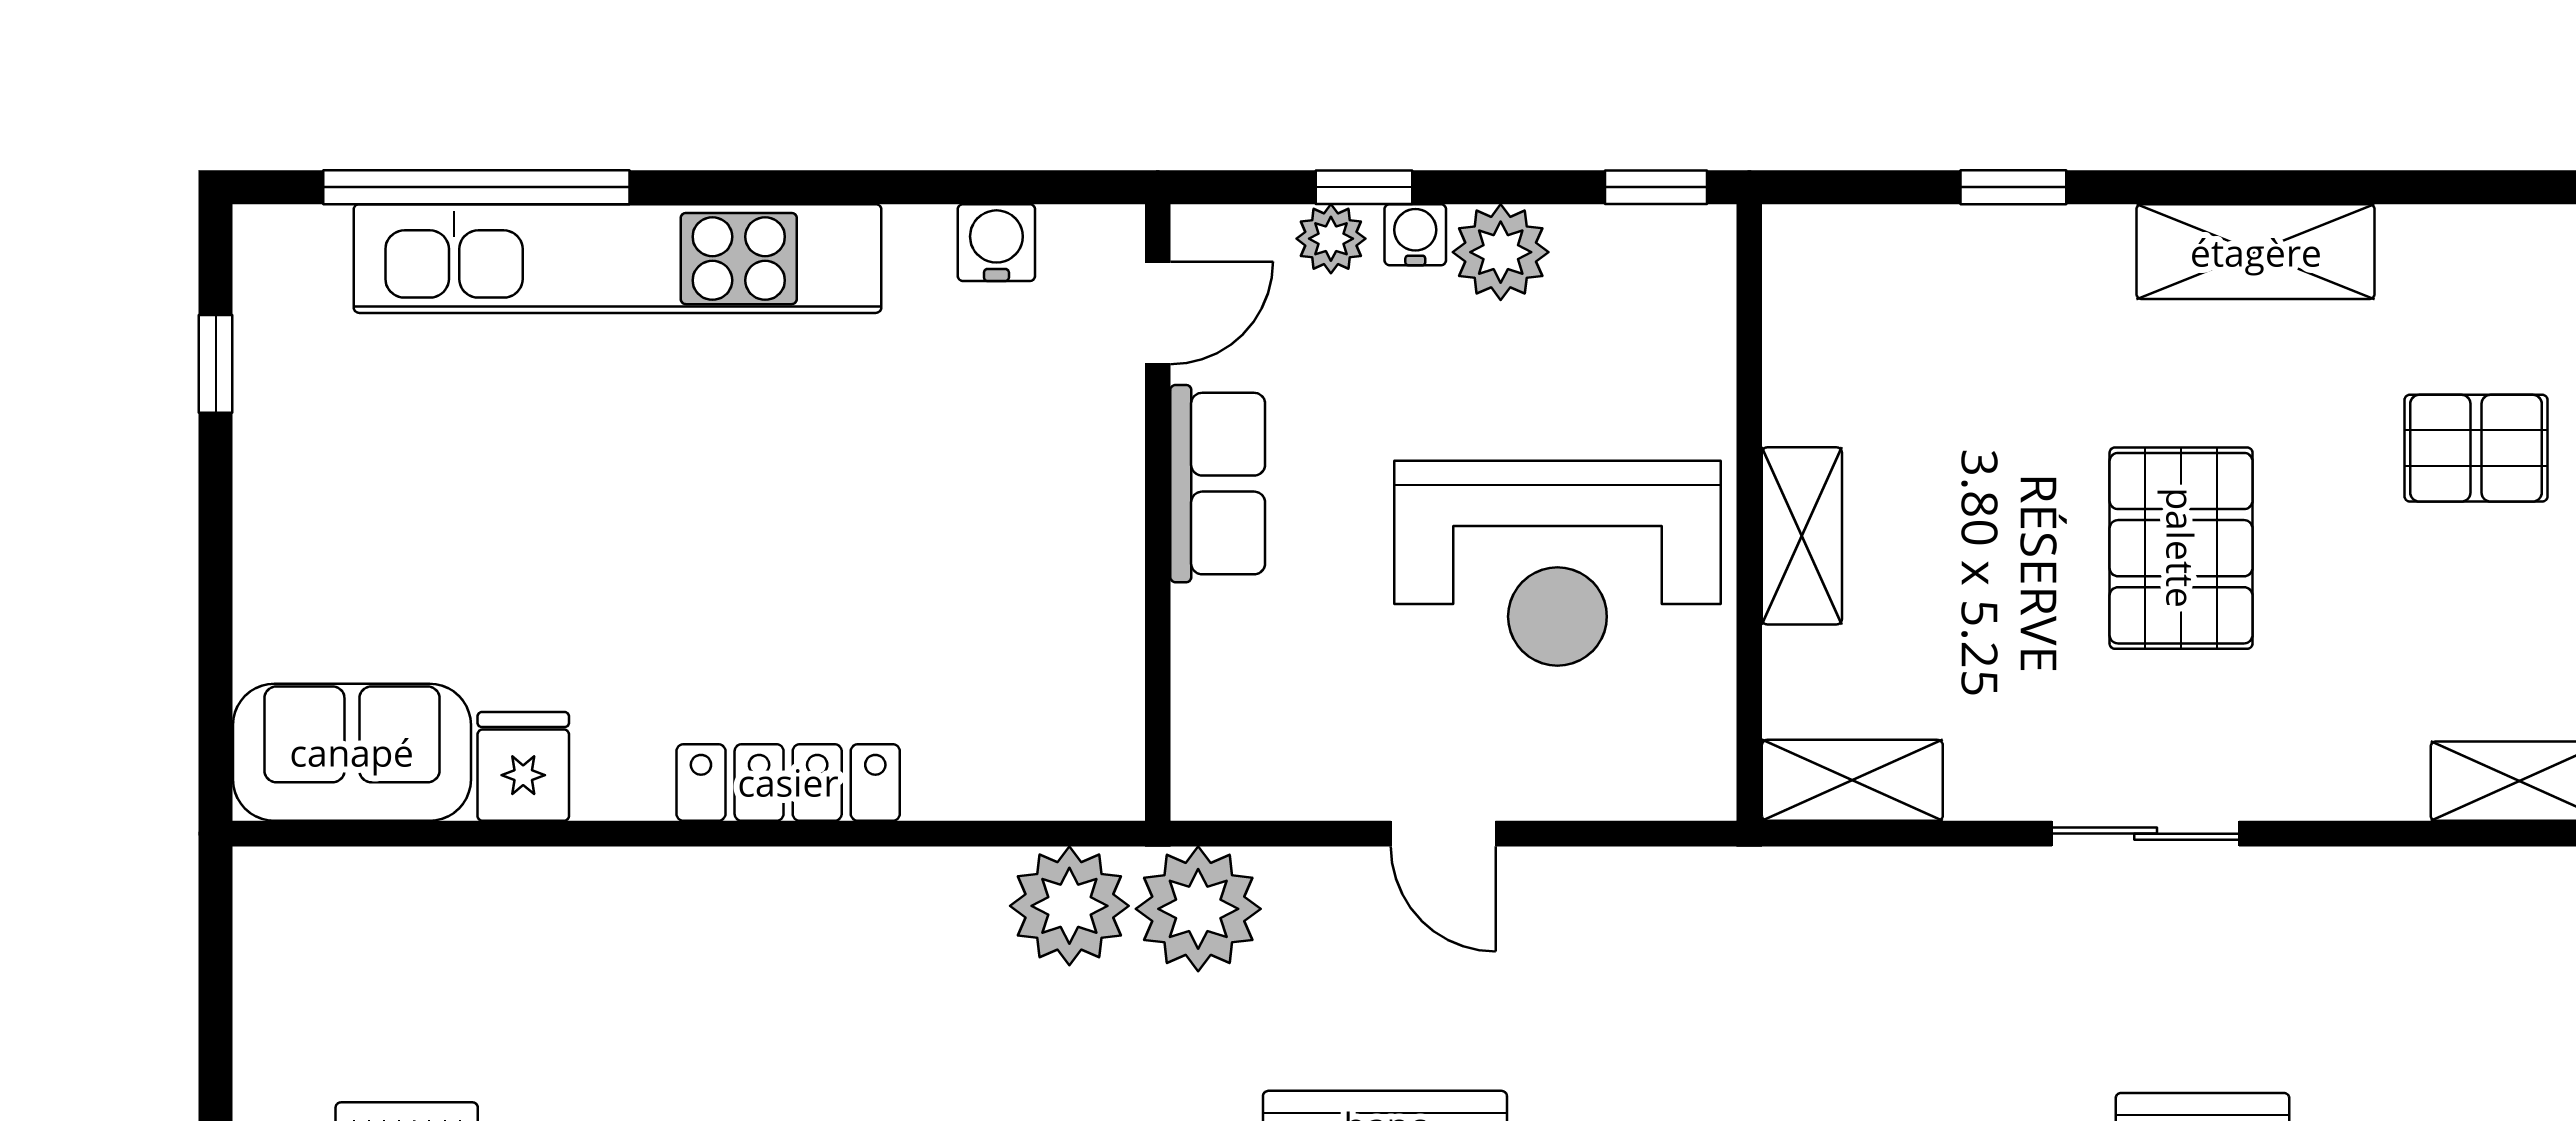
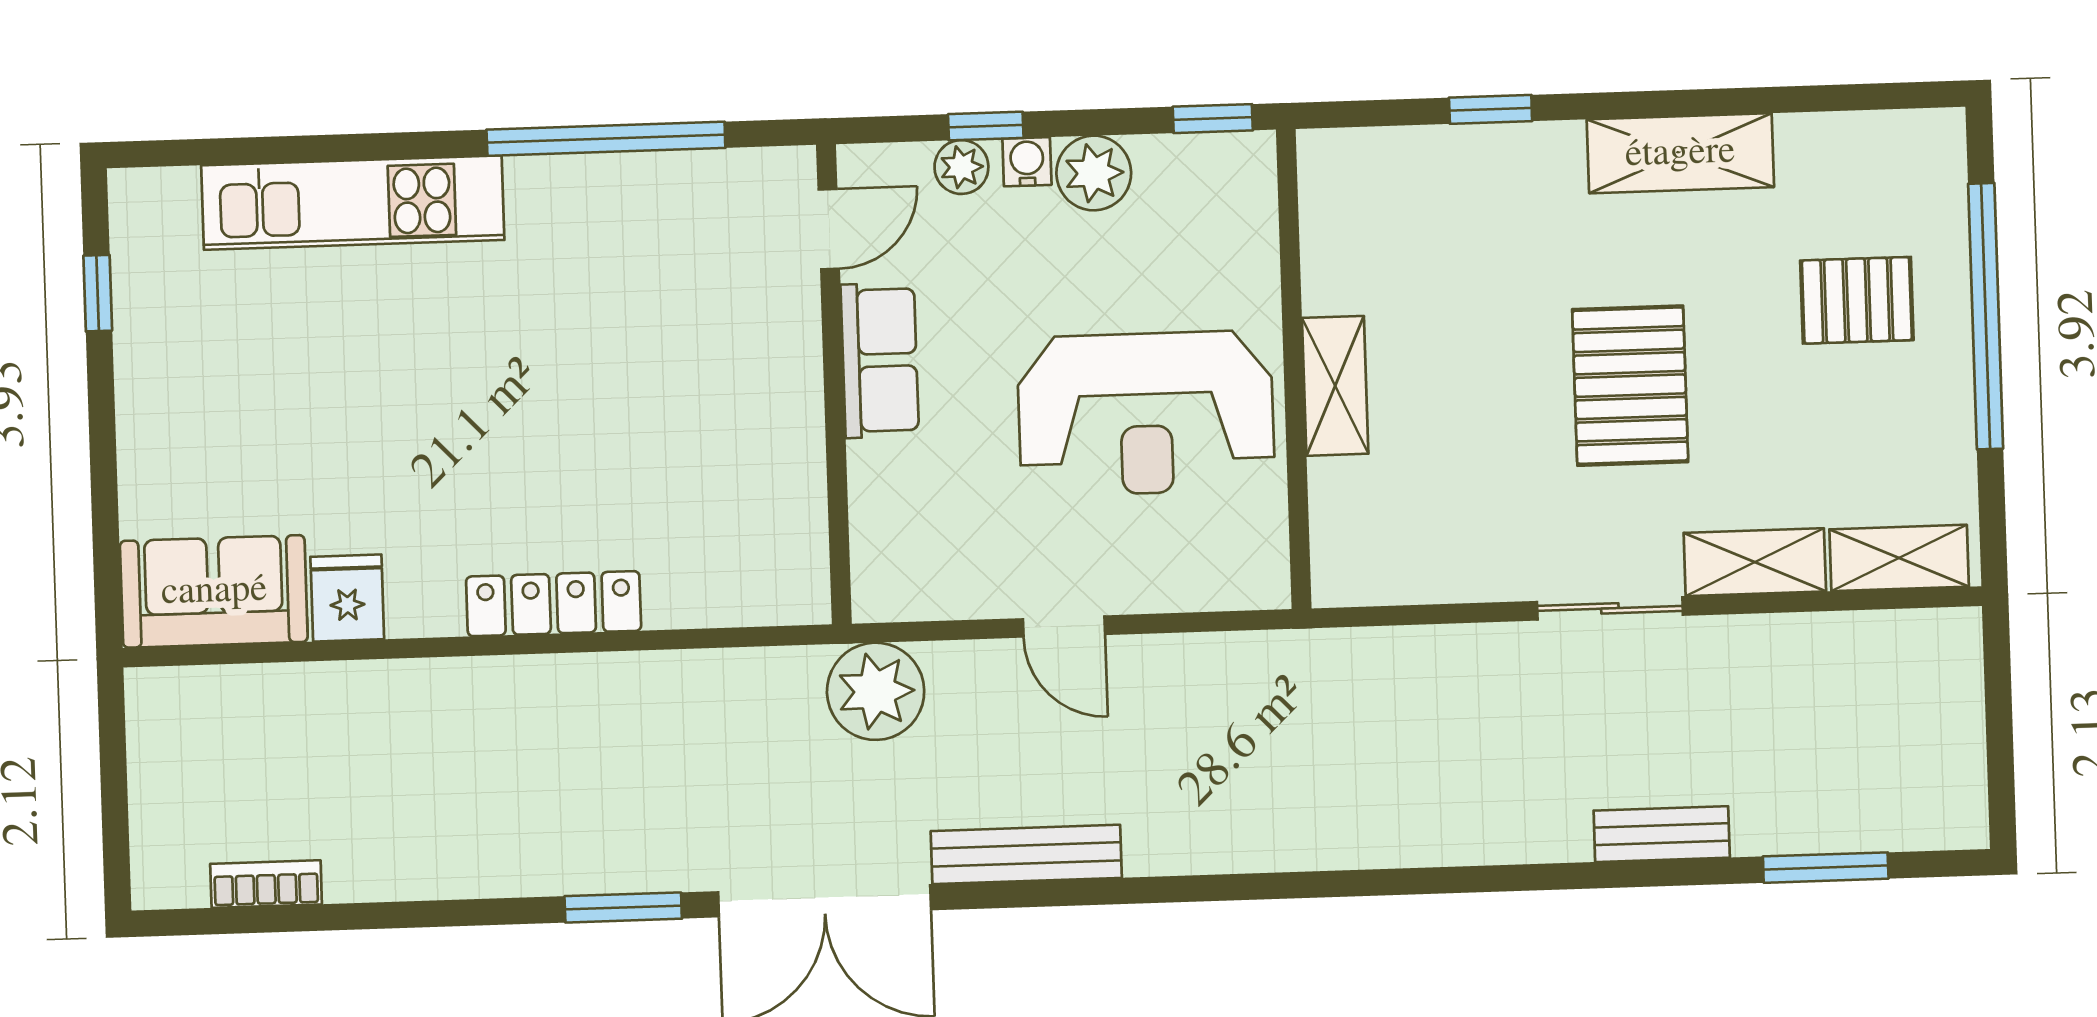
window: (476, 187) -> (606, 139), moved
water cooler: (996, 243) -> (702, 179), removed
kitchen unit: (618, 259) -> (353, 203), width x0.73
shelving: (1852, 780) -> (1755, 562), moved
plant: (1069, 906) -> (775, 692), removed

